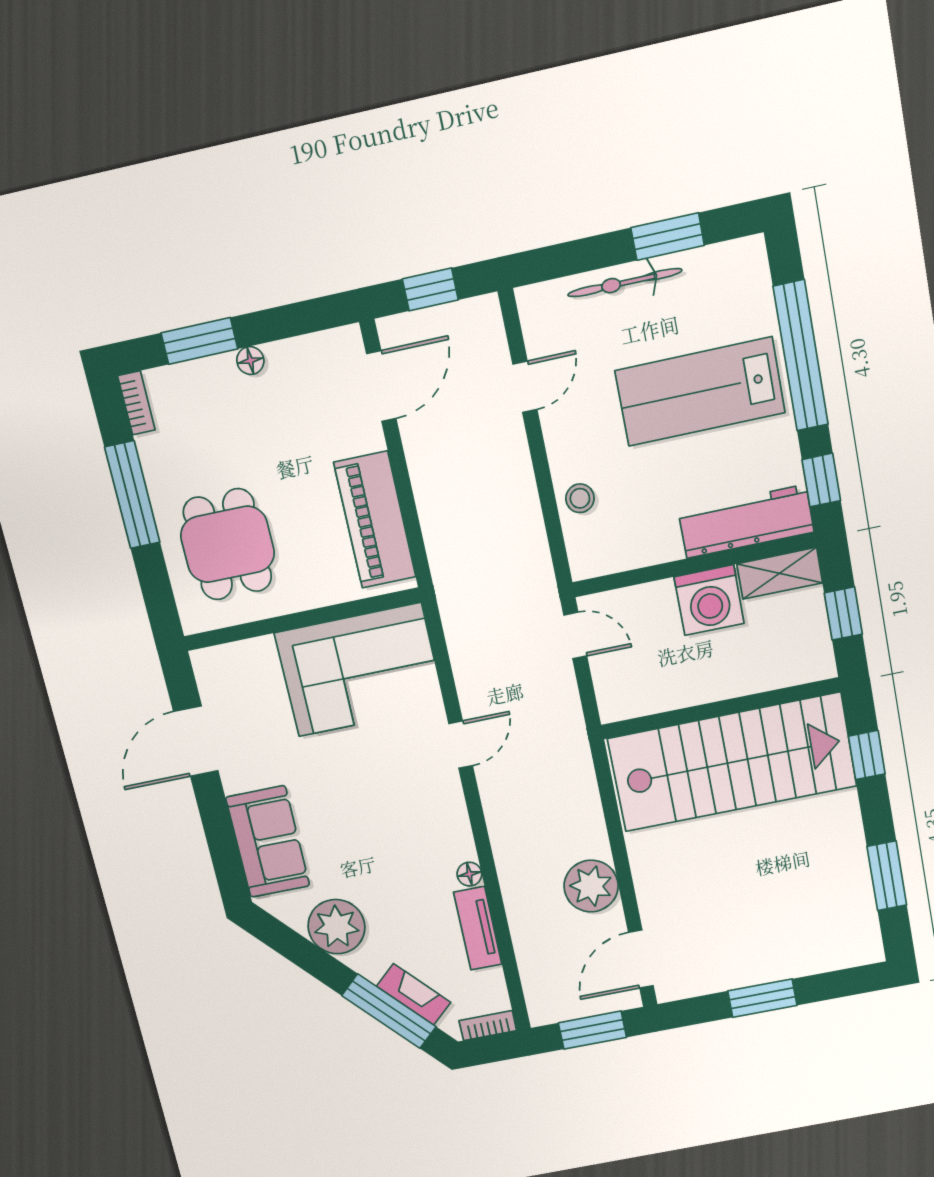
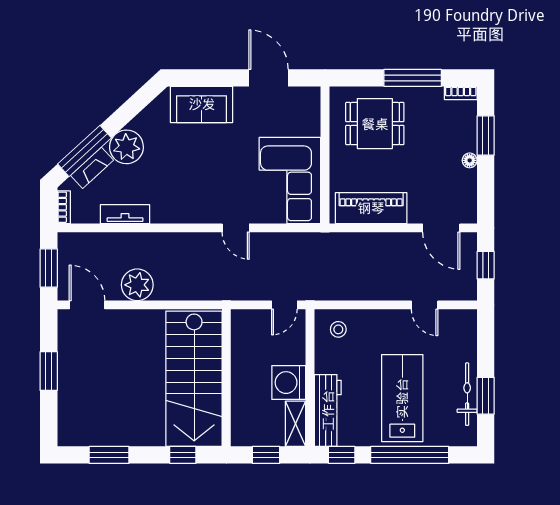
bicycle: (625, 283) -> (467, 394), moved
stool: (580, 498) -> (338, 329), moved
floor lamp: (469, 874) -> (159, 216), removed
plant: (336, 927) -> (126, 147), moved

